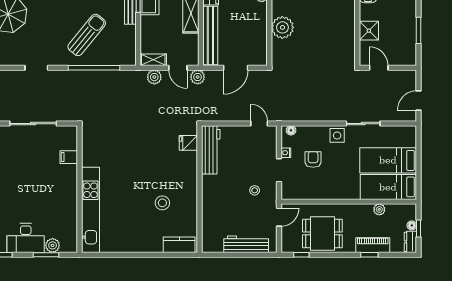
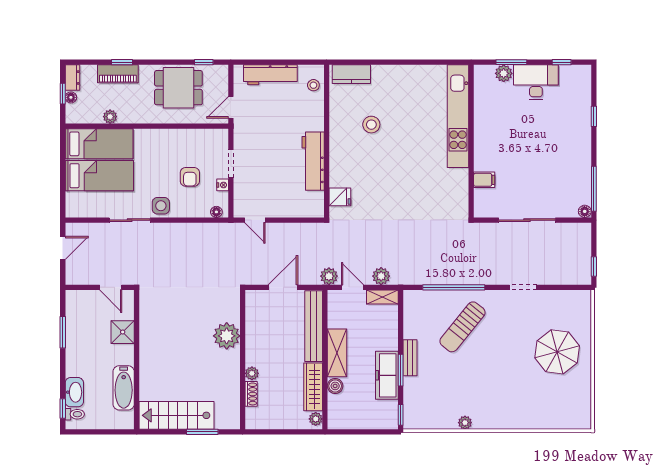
workbench: (211, 150) -> (313, 161), moved
stool: (255, 190) -> (313, 85), moved

